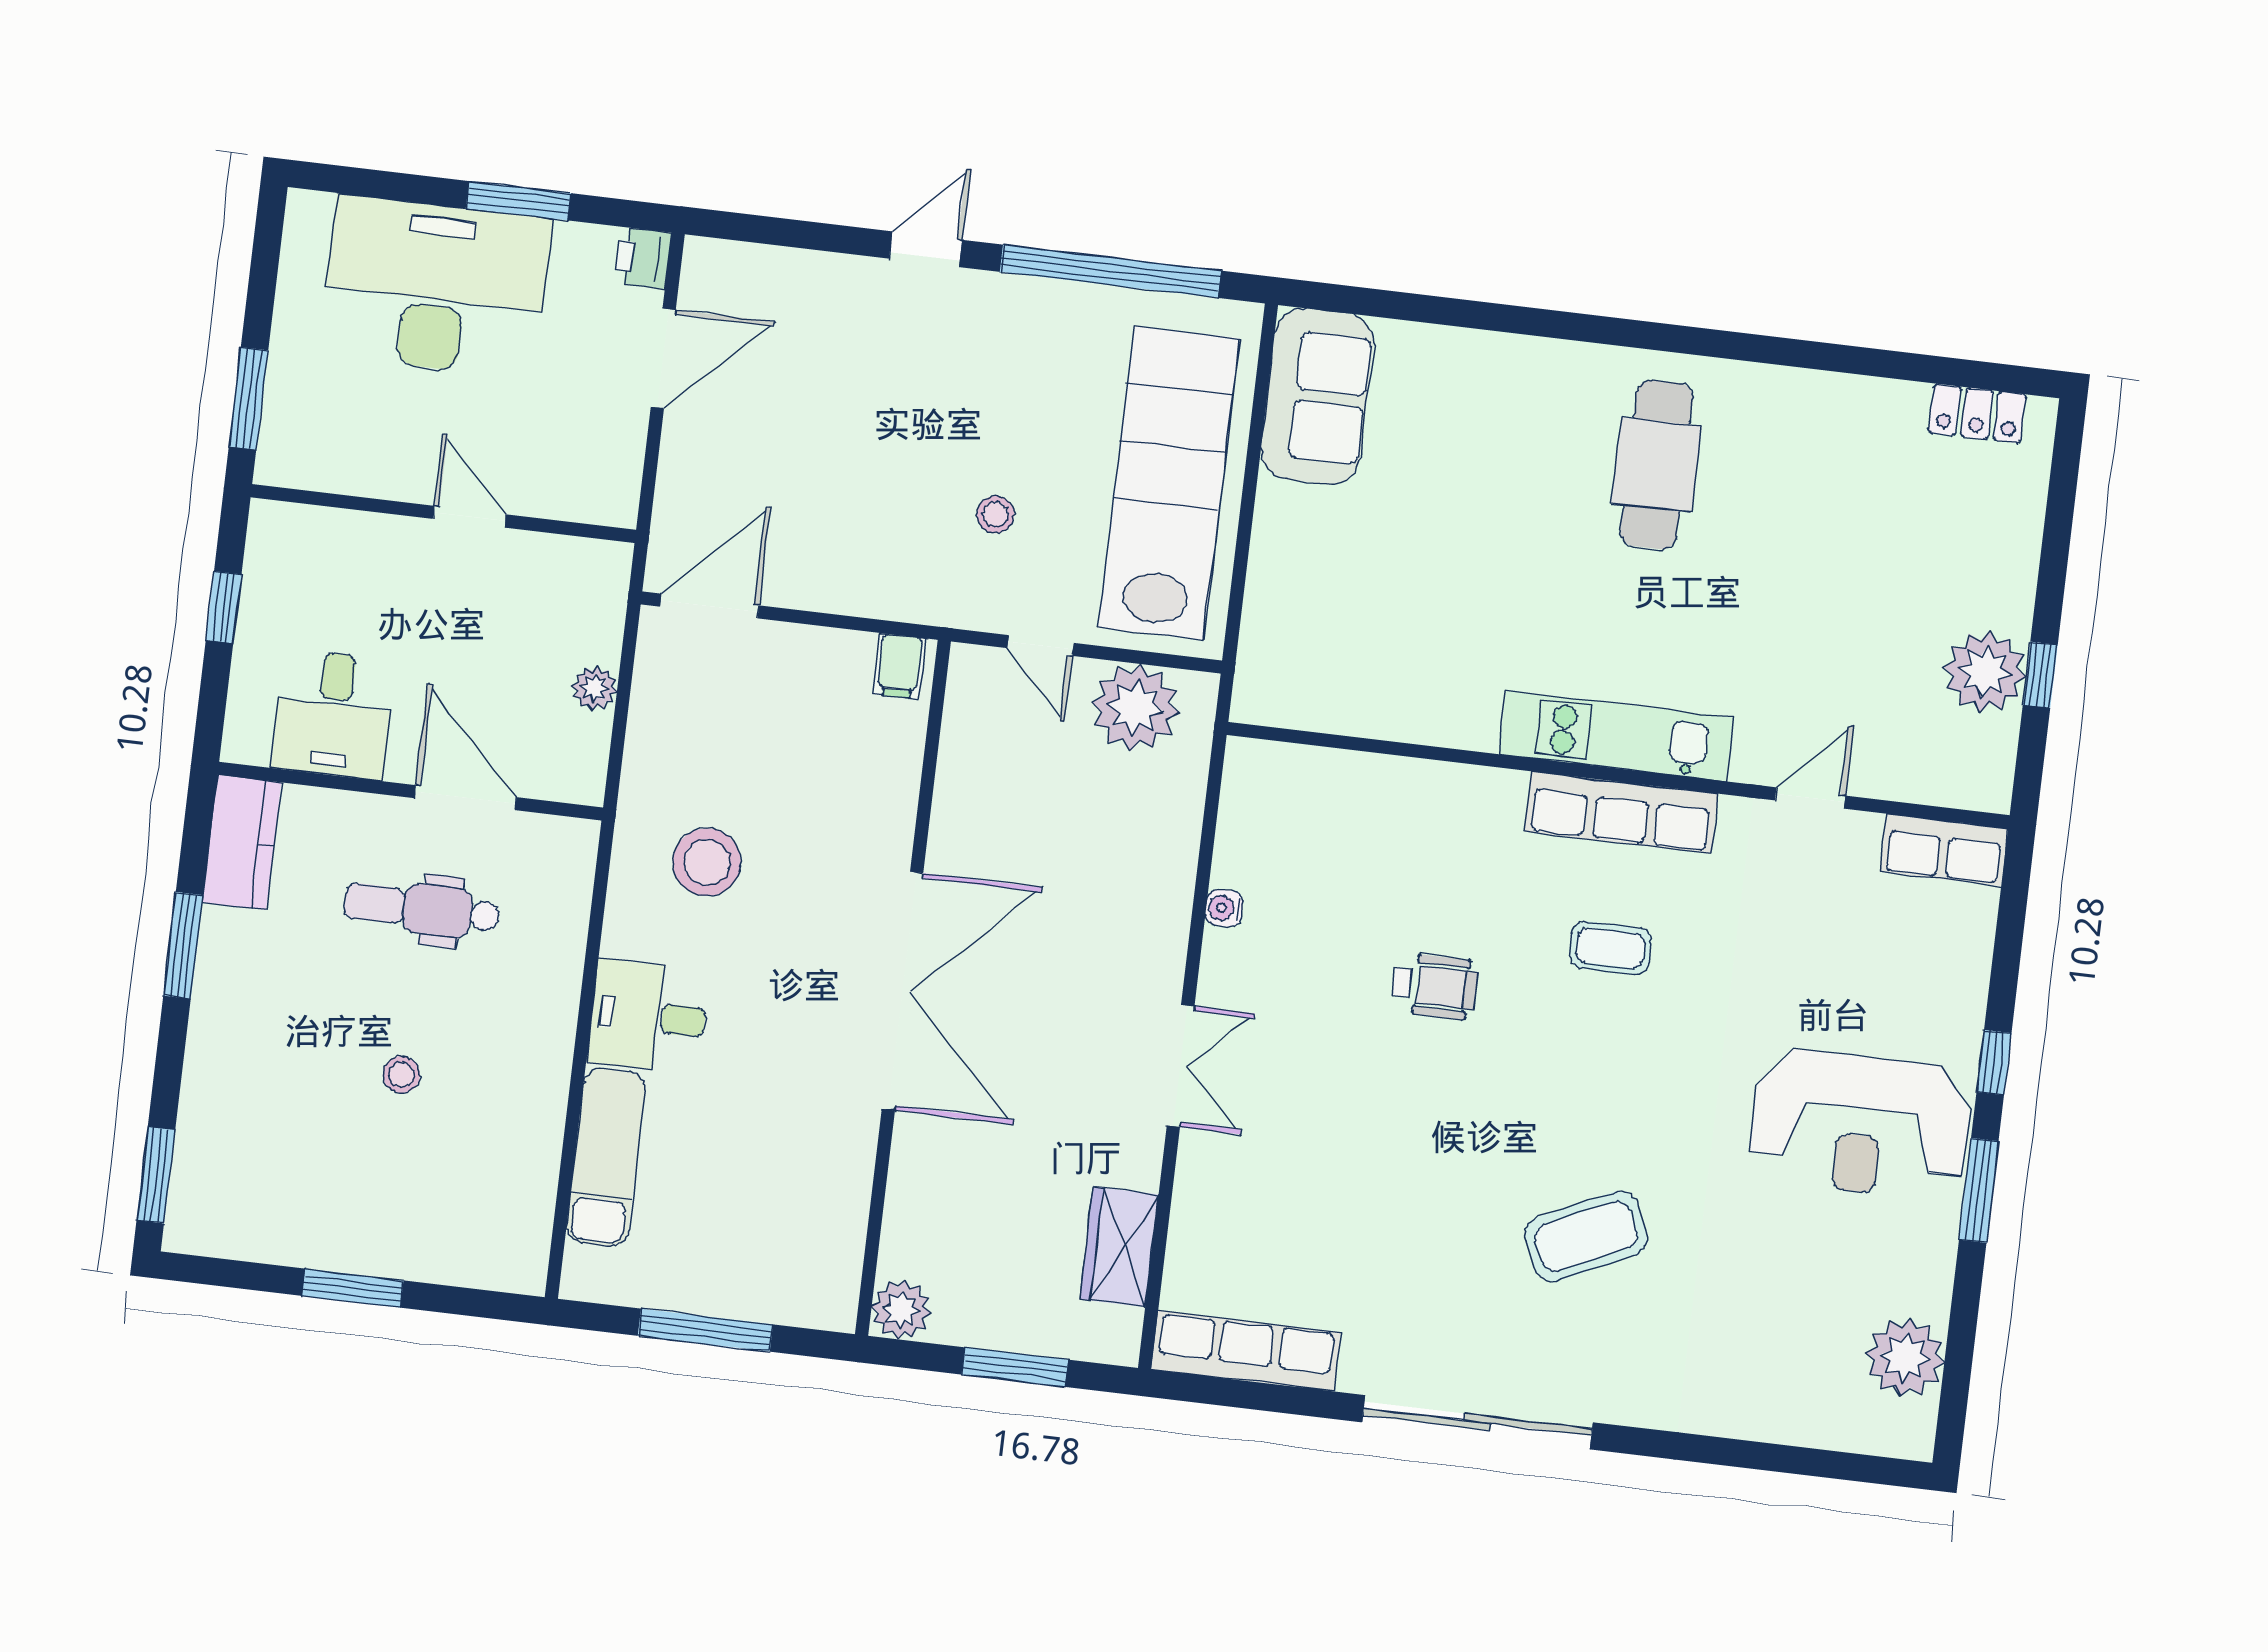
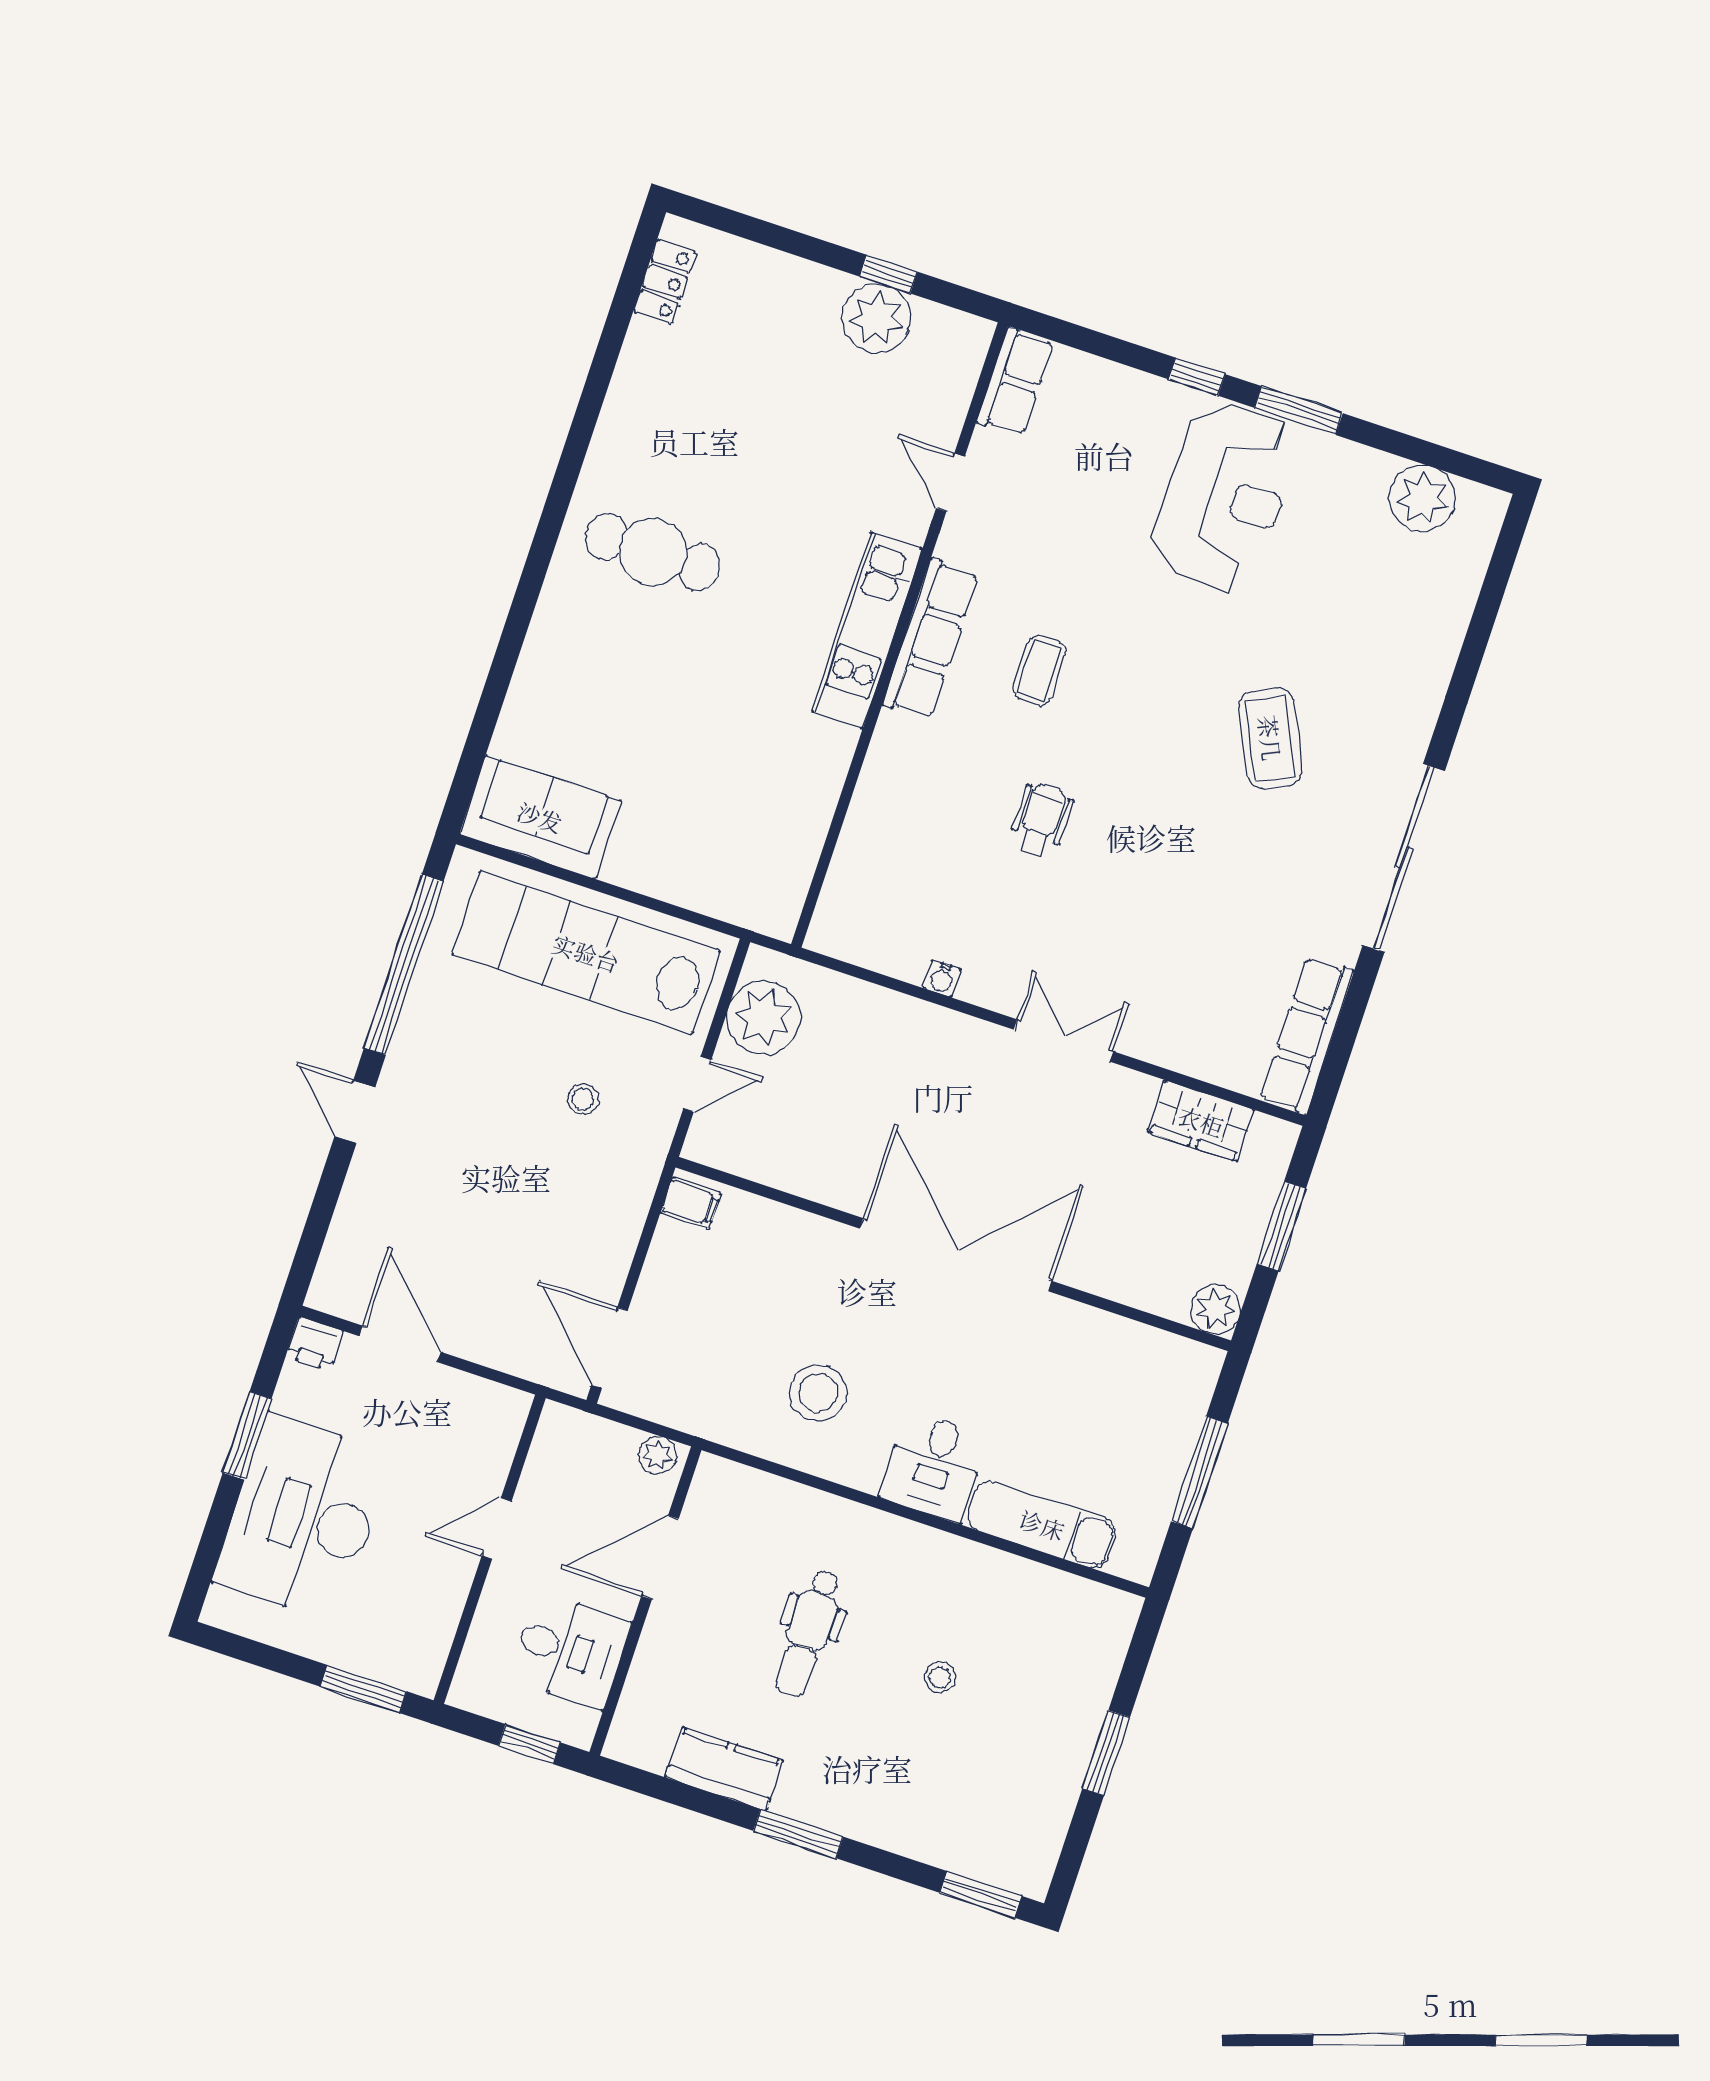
desk: (334, 714) -> (570, 1651), moved
wall: (410, 791) -> (645, 1601), moved
door: (465, 798) -> (660, 1557), moved

